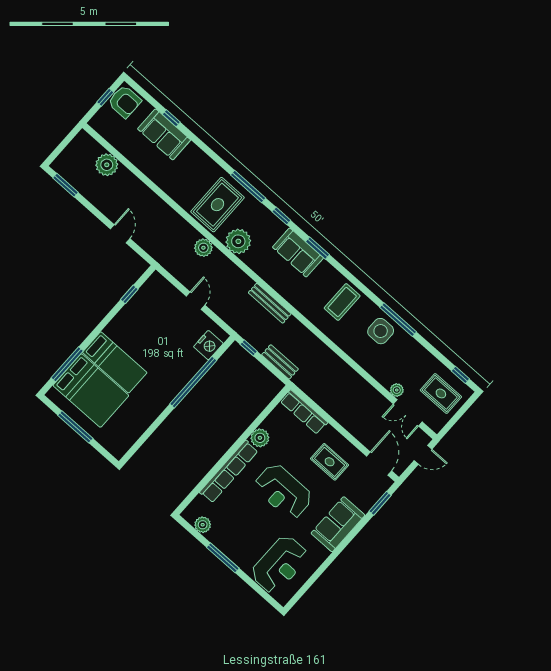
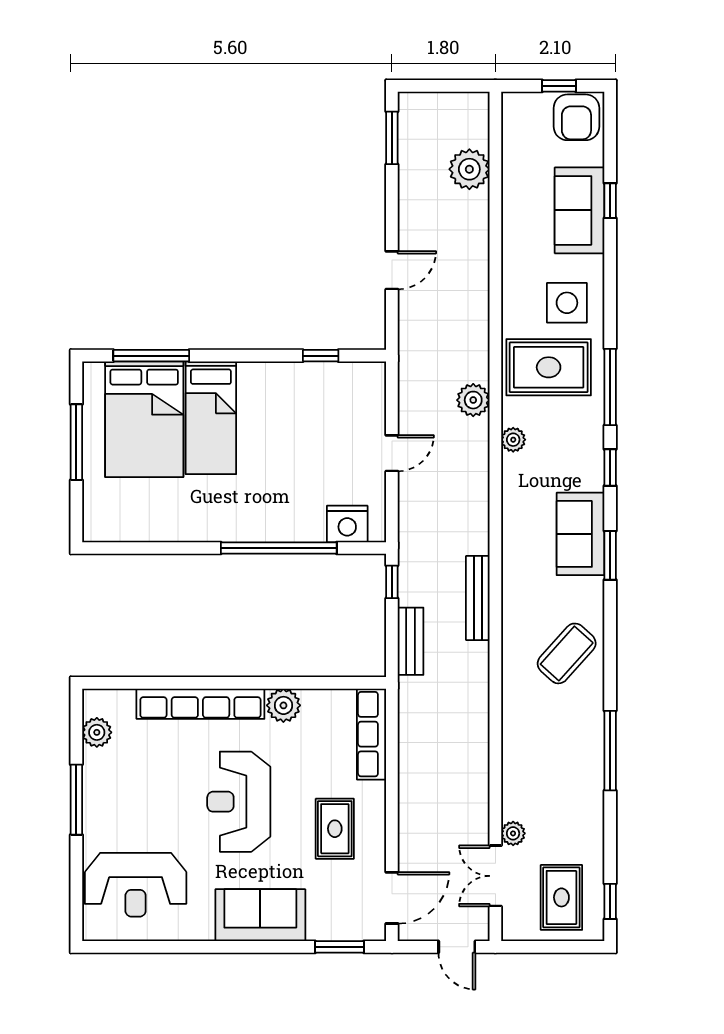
plant: (238, 241) -> (513, 440), width x0.53, depth x0.53
coffee table: (342, 302) -> (567, 653), turned -48
bench: (270, 303) -> (478, 598), moved
side table: (381, 331) -> (567, 303), moved

